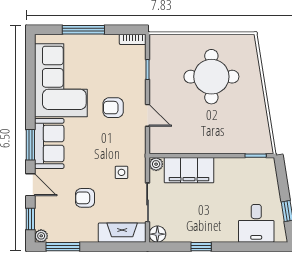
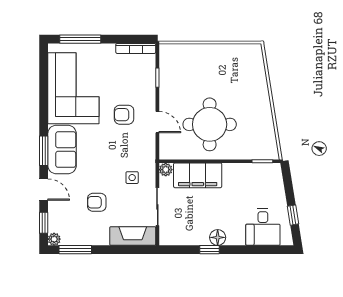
window: (83, 30) -> (80, 39), moved
bookcase: (133, 39) -> (136, 48), width x1.56
round table: (211, 77) -> (210, 124), moved
floor lamp: (157, 234) -> (218, 237), moved

